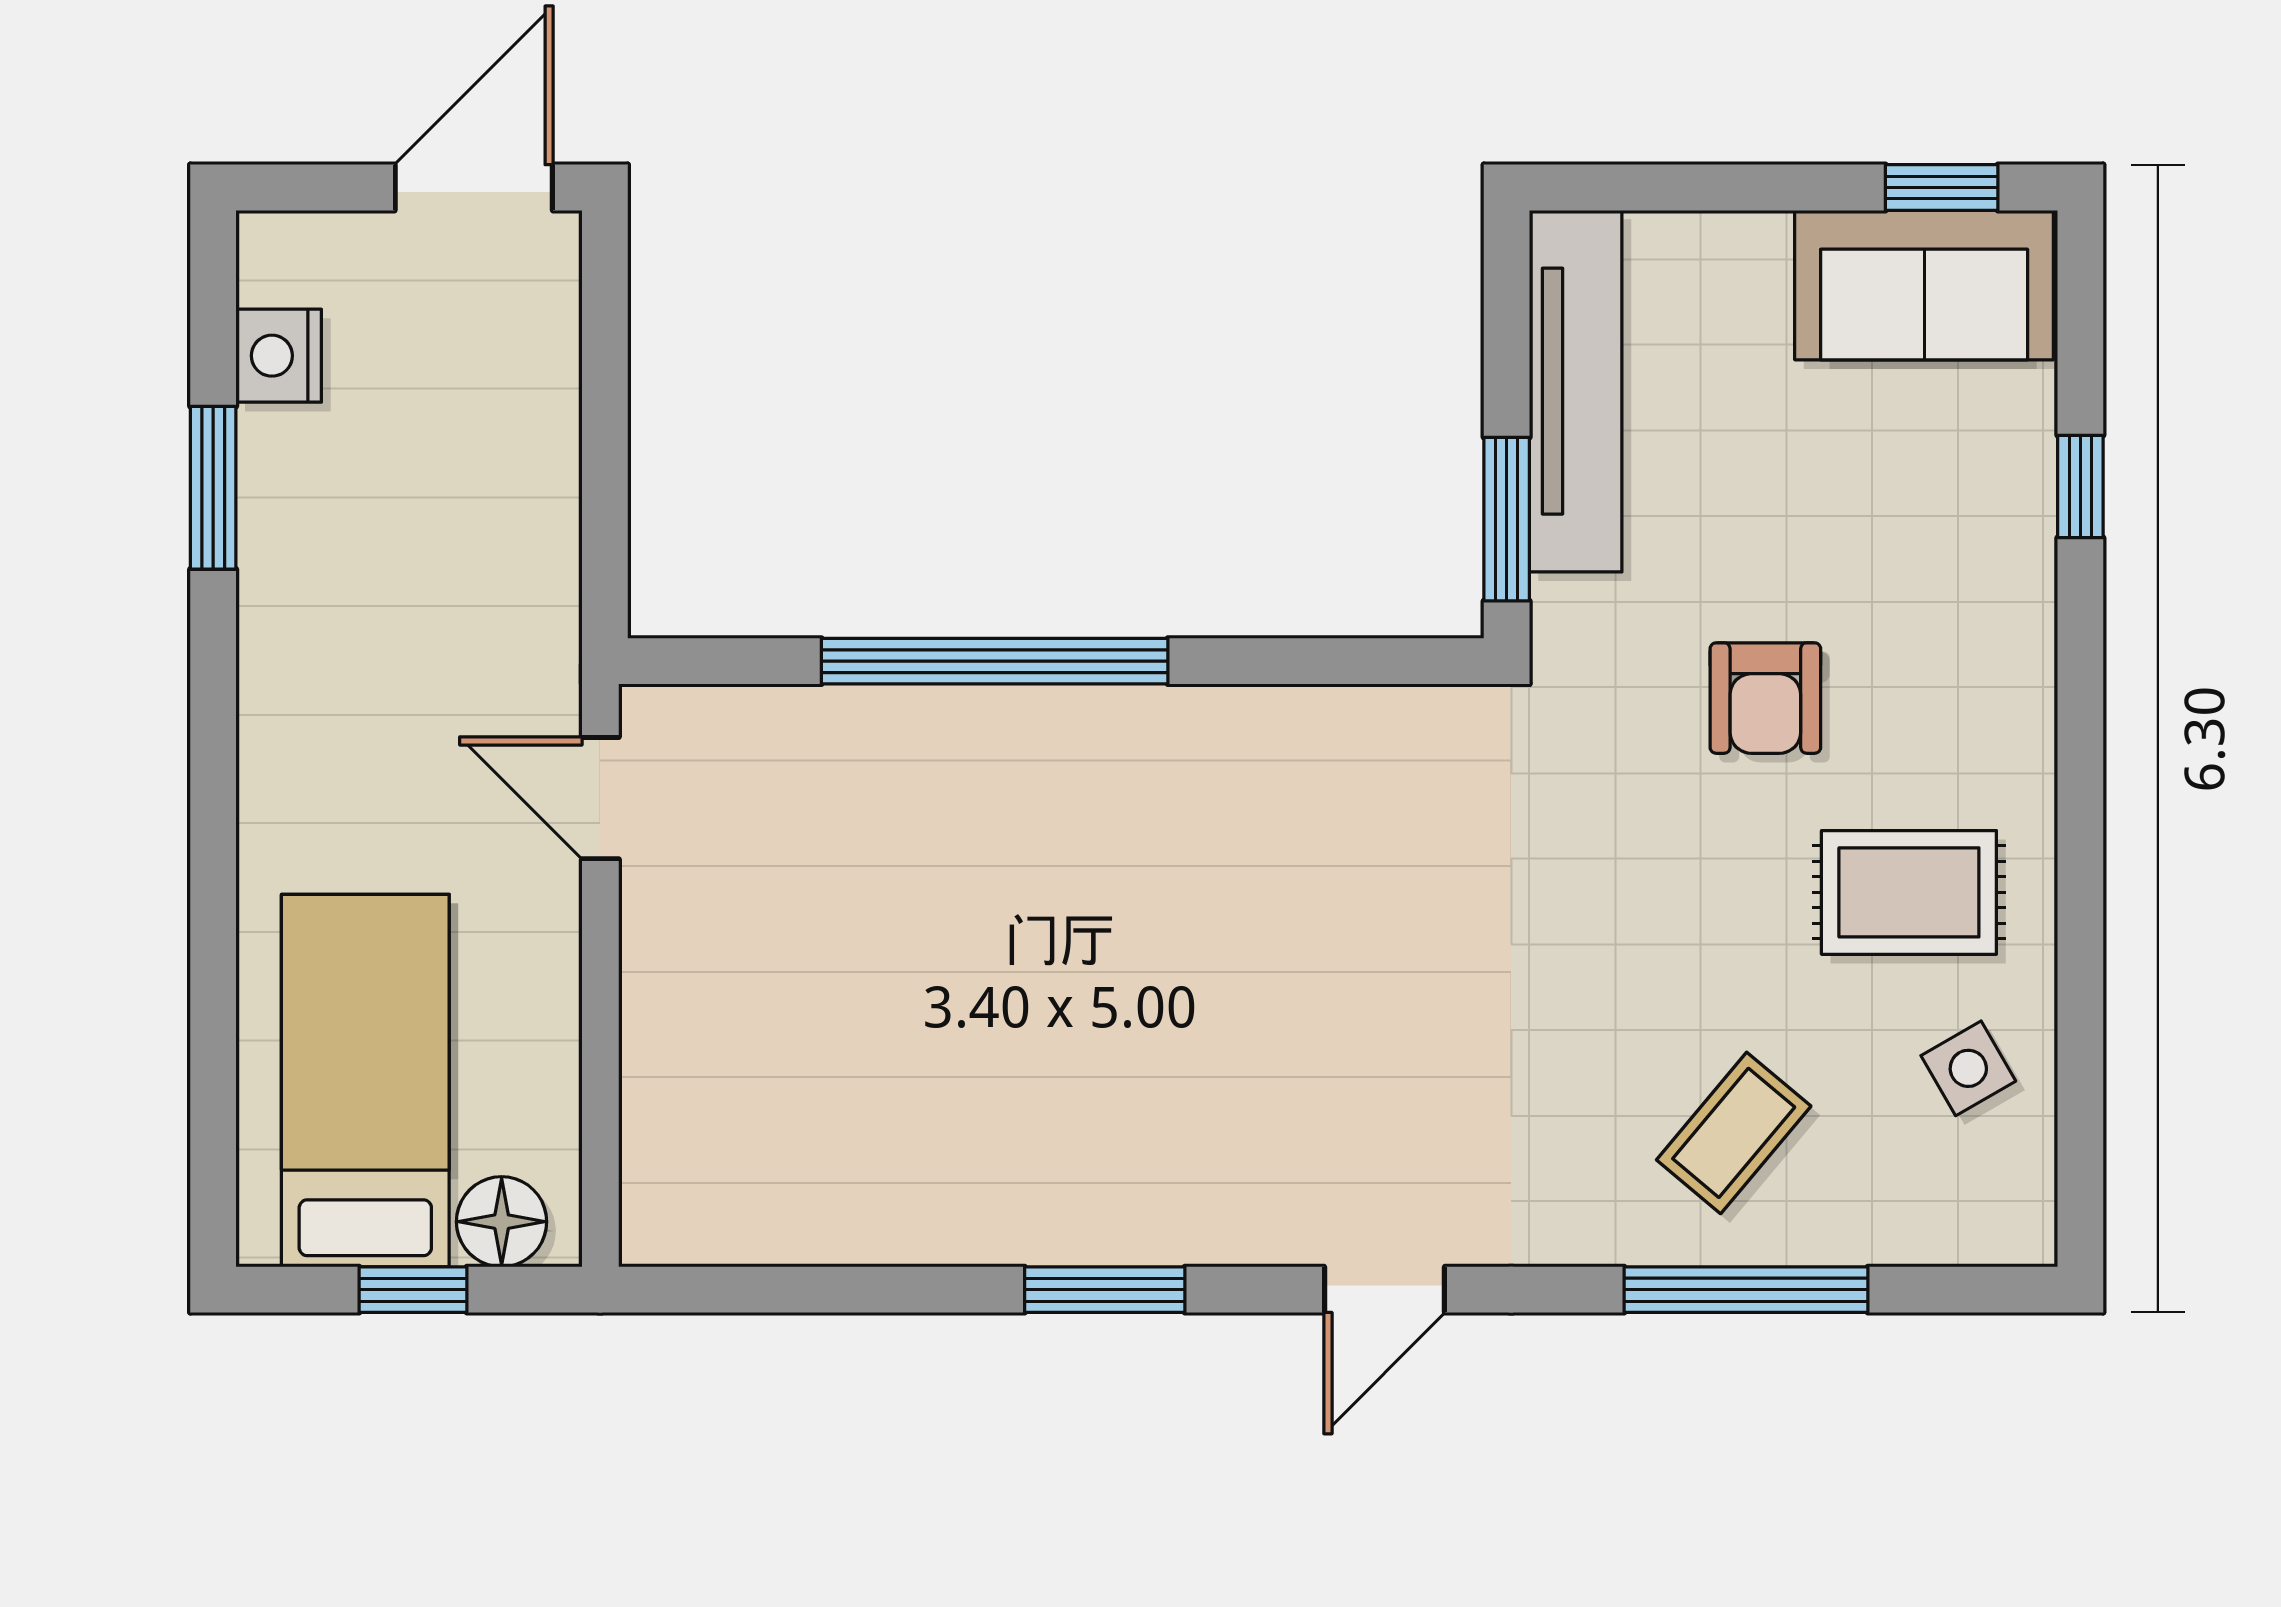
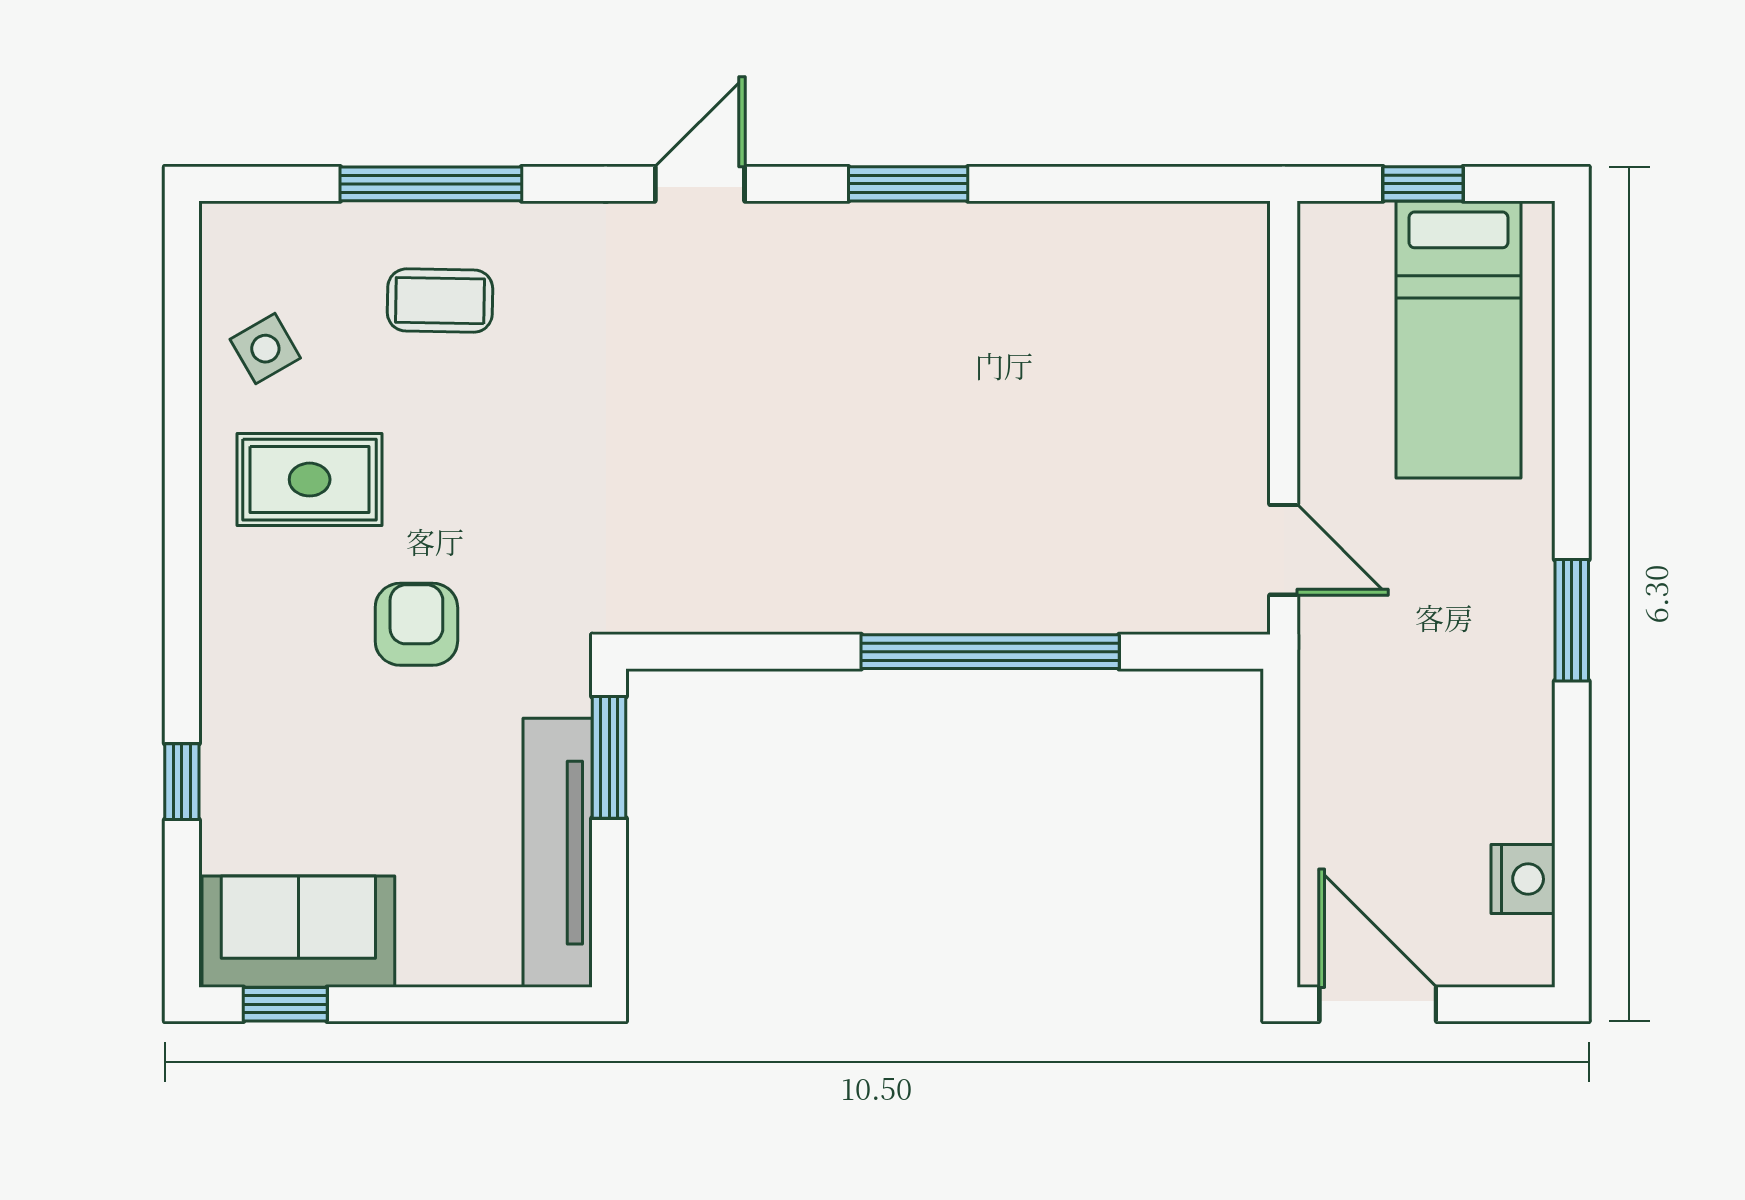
door: (474, 188) -> (1378, 1004), swing flipped
window: (213, 488) -> (1572, 620), moved
coffee table: (1734, 1133) -> (440, 301), turned 51
floor lamp: (502, 1222) -> (1357, 234), removed

